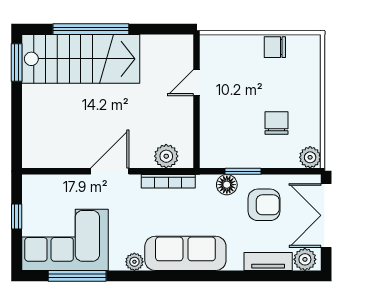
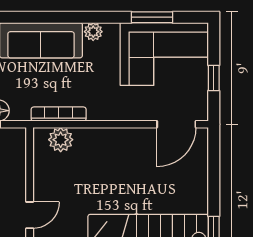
door: (110, 171) -> (176, 124), moved
window: (77, 276) -> (152, 17), width x0.69

